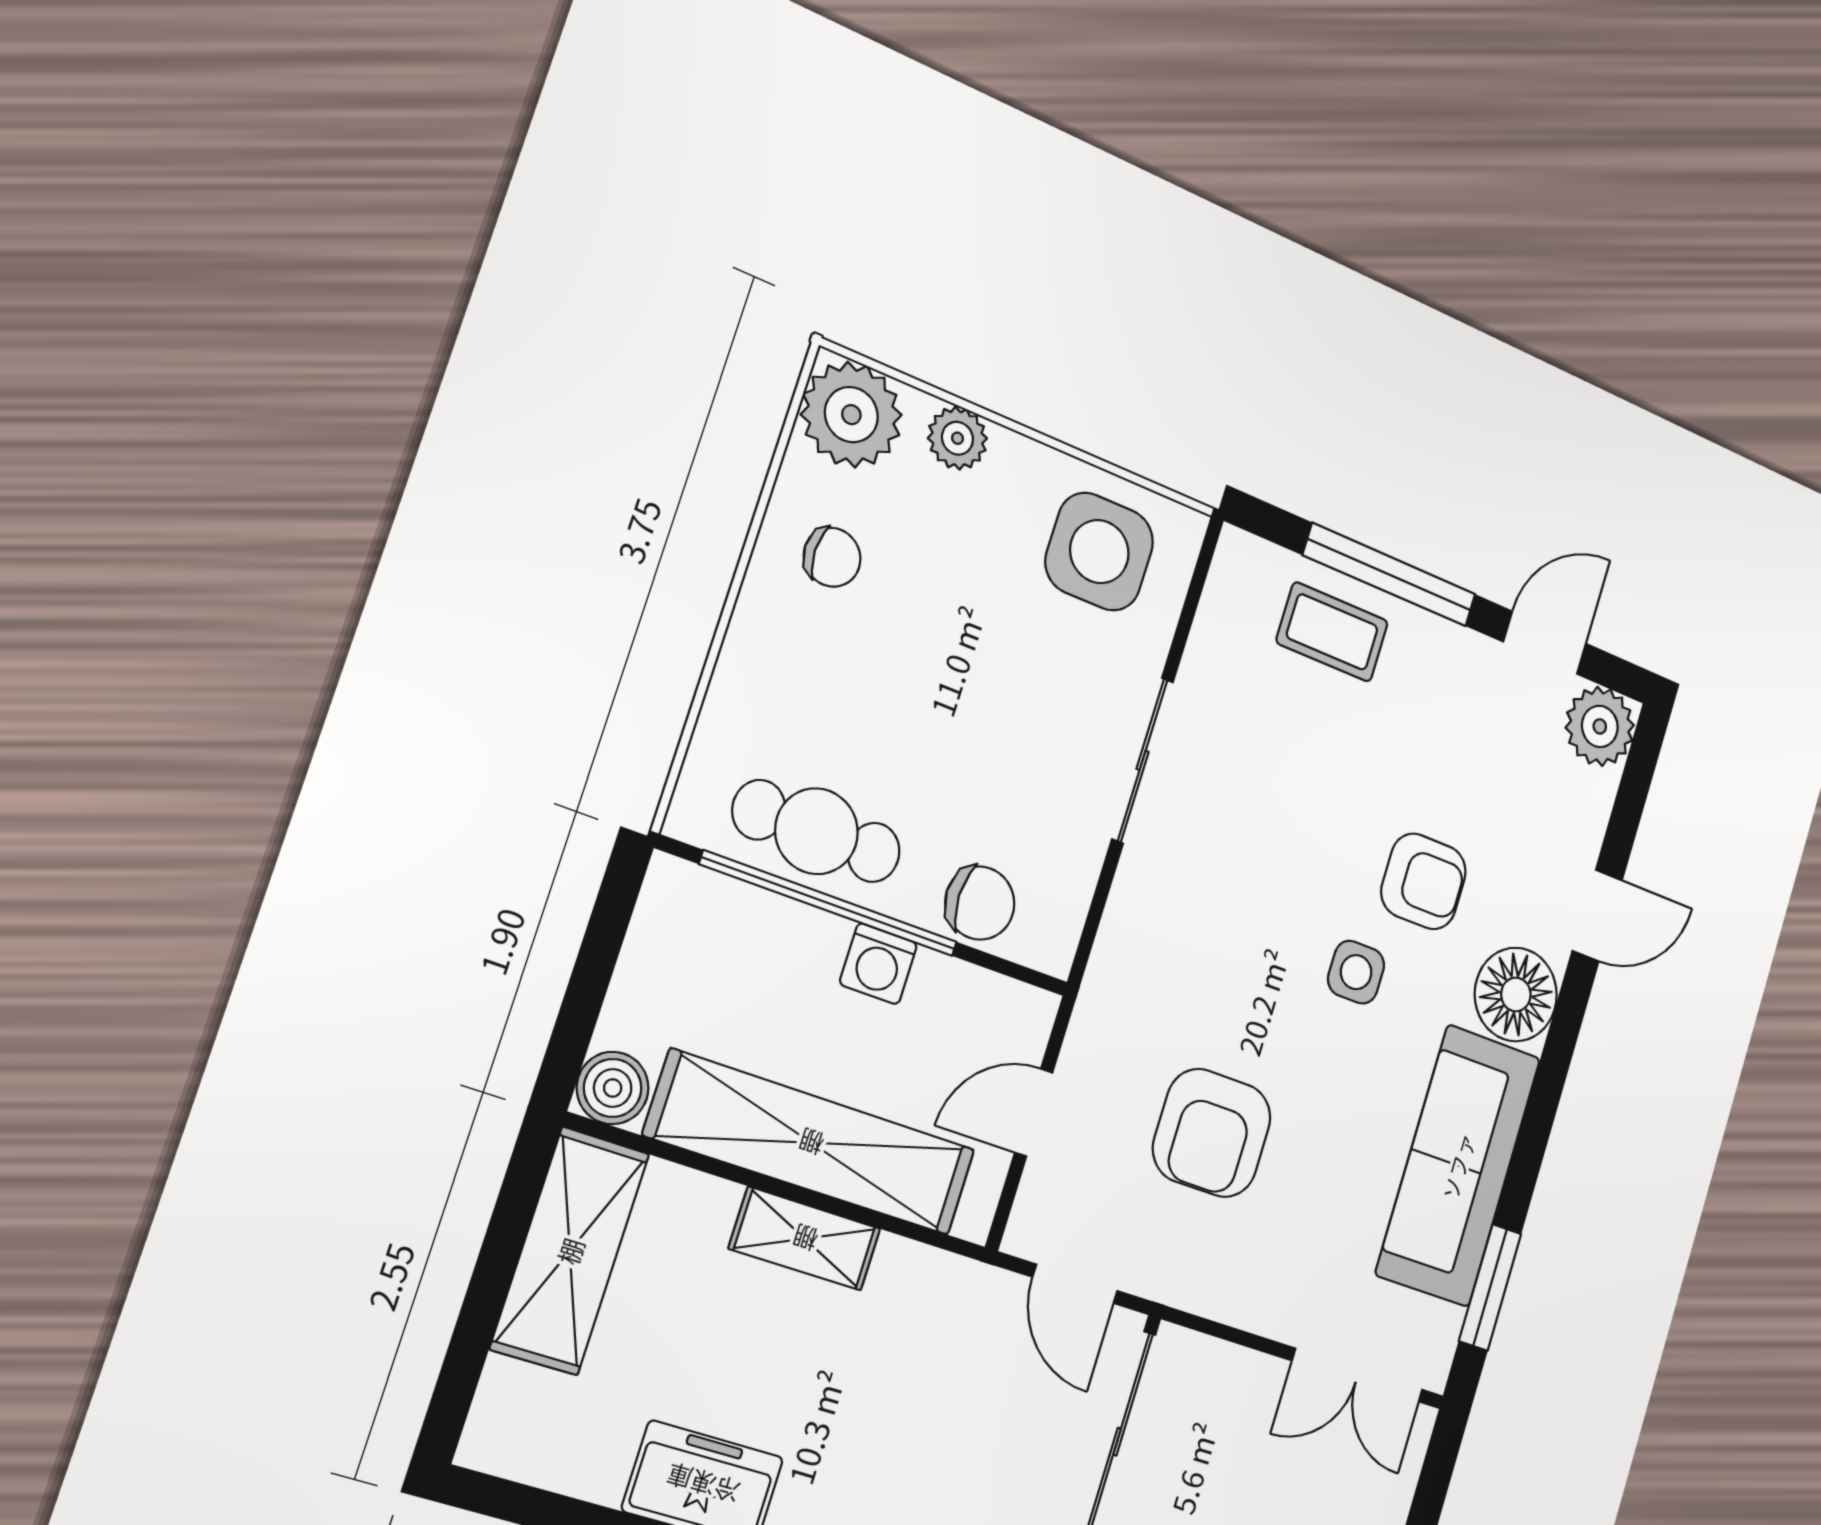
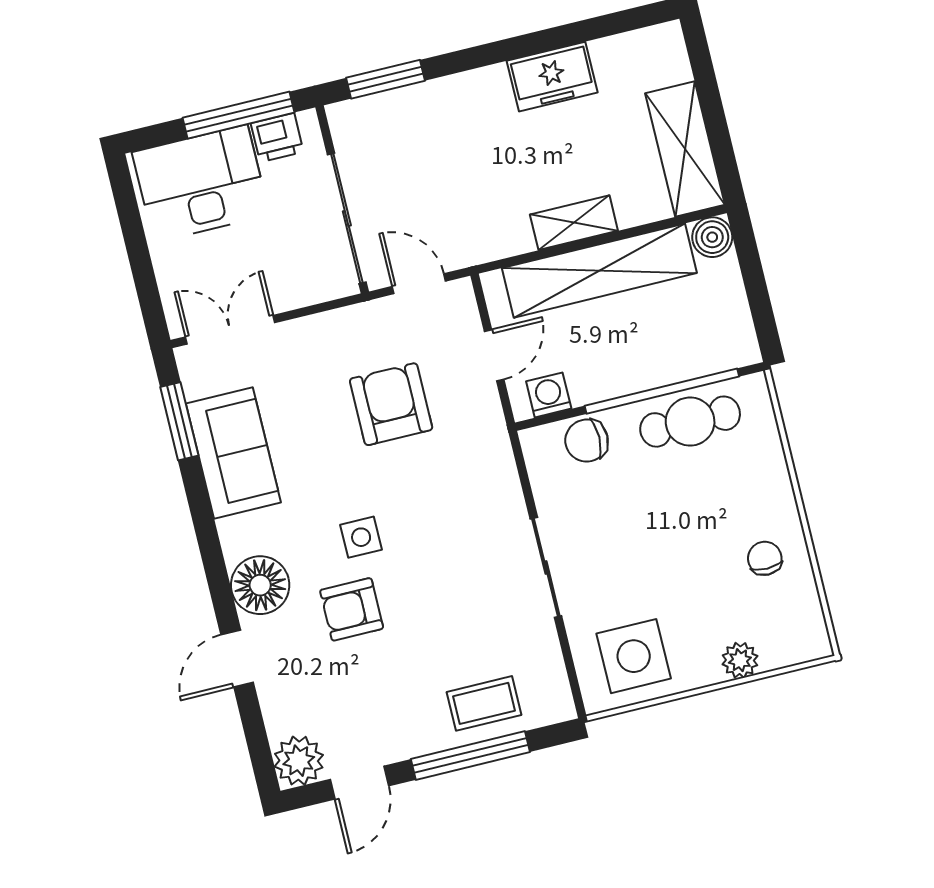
plant: (851, 415) -> (798, 634), removed
chair: (832, 557) -> (765, 558), turned 90
washing machine: (878, 964) -> (549, 395), moved
sofa: (1458, 1166) -> (233, 453), width x0.73

